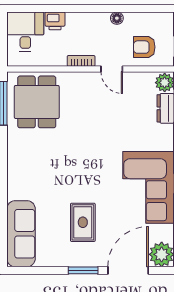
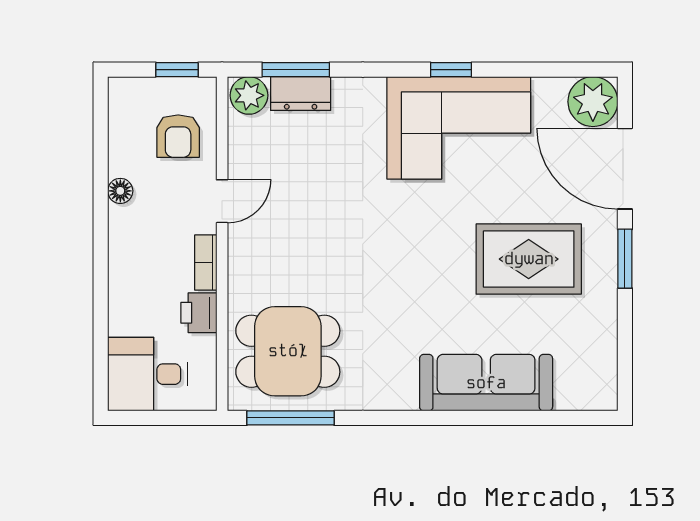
printer: (55, 21) -> (199, 313), moved, turned 180
rug: (83, 222) -> (529, 259), width x1.36, depth x1.43
sofa: (21, 234) -> (486, 383), moved

